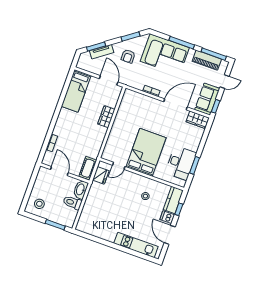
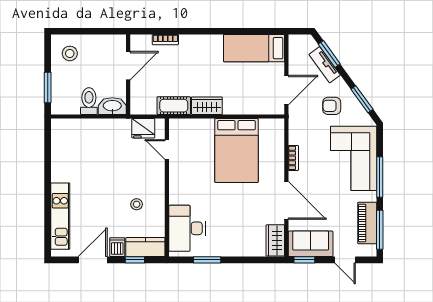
wardrobe: (106, 117) -> (207, 106), moved
bed: (146, 152) -> (236, 150), moved, turned 90
desk: (181, 163) -> (187, 228), moved, turned 90
cot: (88, 168) -> (174, 106), moved

